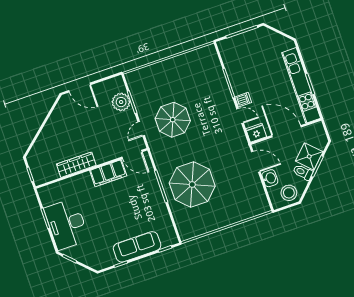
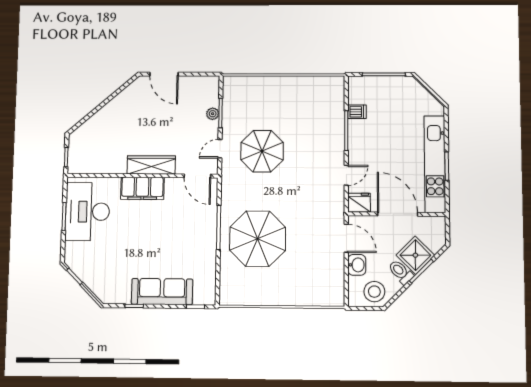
dishwasher: (243, 100) -> (357, 112), moved
plant: (121, 102) -> (213, 114), width x0.53, depth x0.53
door: (240, 116) -> (346, 175), hinge flipped
wardrobe: (76, 165) -> (151, 165), moved
filing cabinet: (108, 173) -> (142, 188), moved
desk: (67, 224) -> (88, 212), moved

